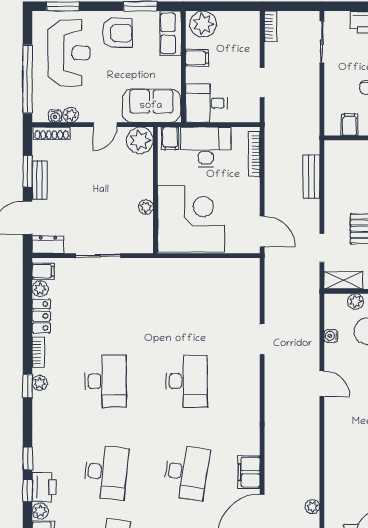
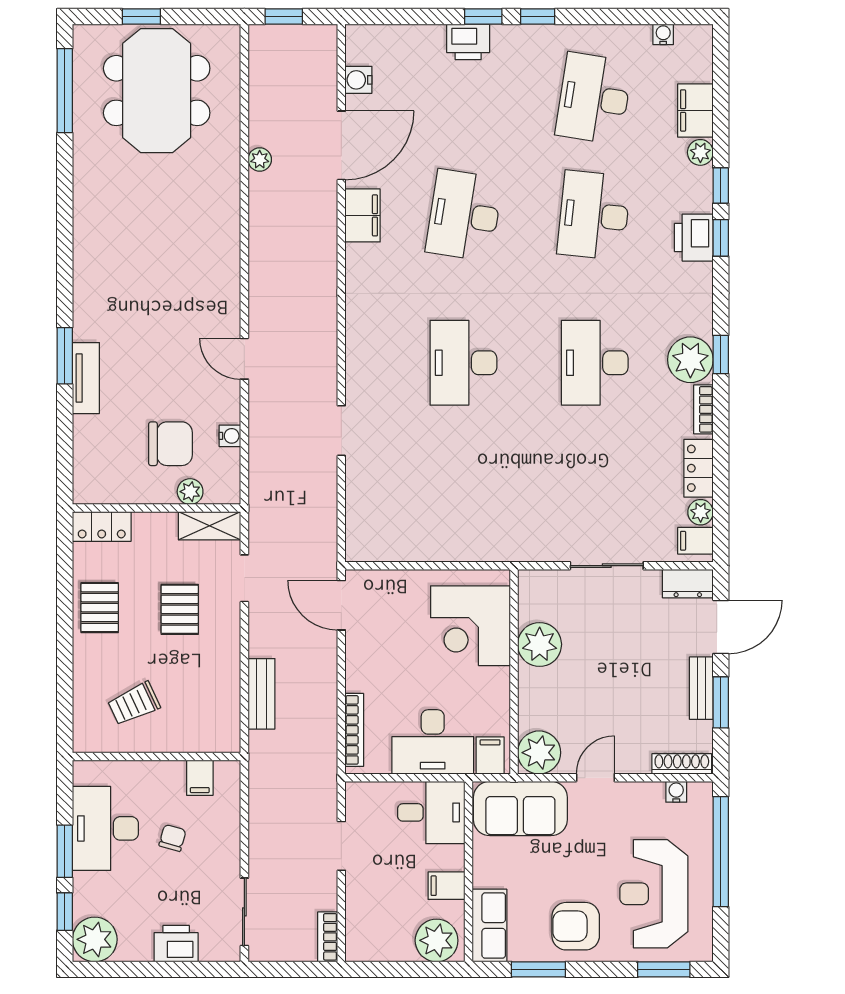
plant: (71, 115) -> (651, 794), removed
plant: (146, 207) -> (540, 644), width x1.87, depth x1.87
corner desk: (191, 219) -> (470, 626), width x0.74, depth x0.74
plant: (40, 383) -> (690, 360), width x1.88, depth x1.88
printer: (44, 487) -> (694, 238), moved

